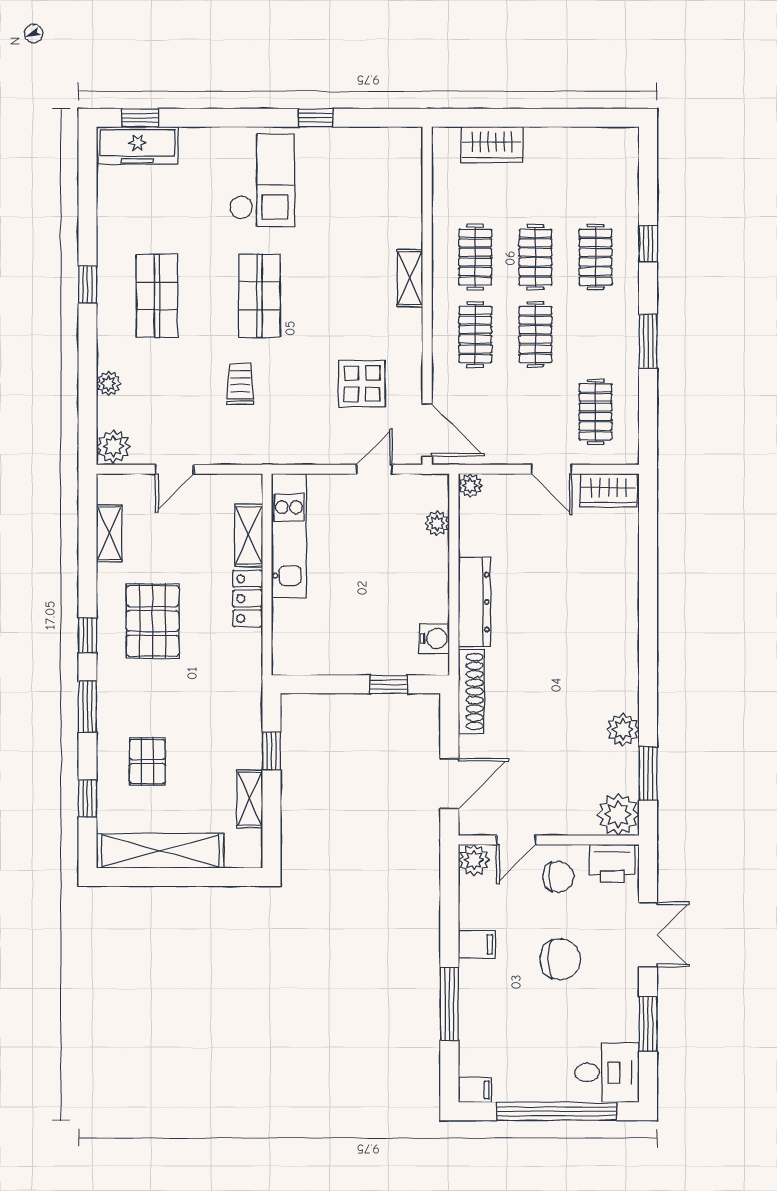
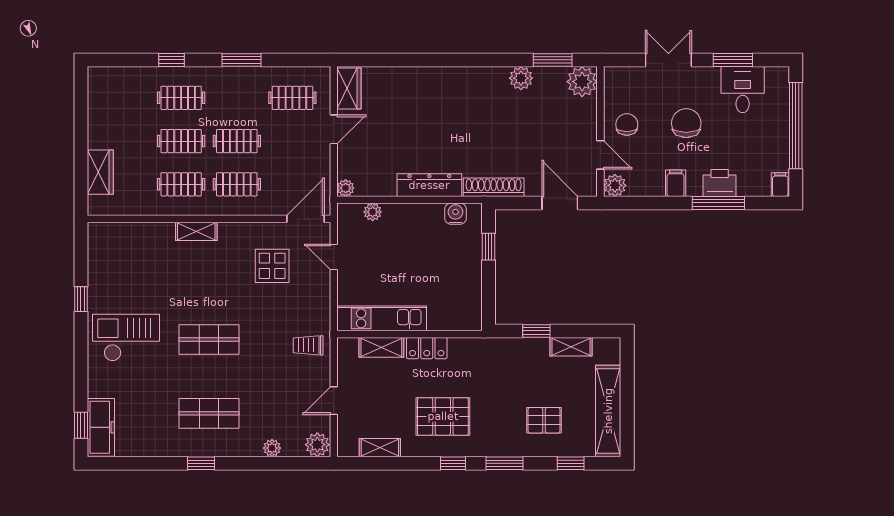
trolley: (240, 384) -> (308, 345), moved
door: (175, 469) -> (334, 401), swing flipped
printer: (612, 863) -> (720, 183), moved, turned -90
desk: (607, 1073) -> (743, 90), moved

